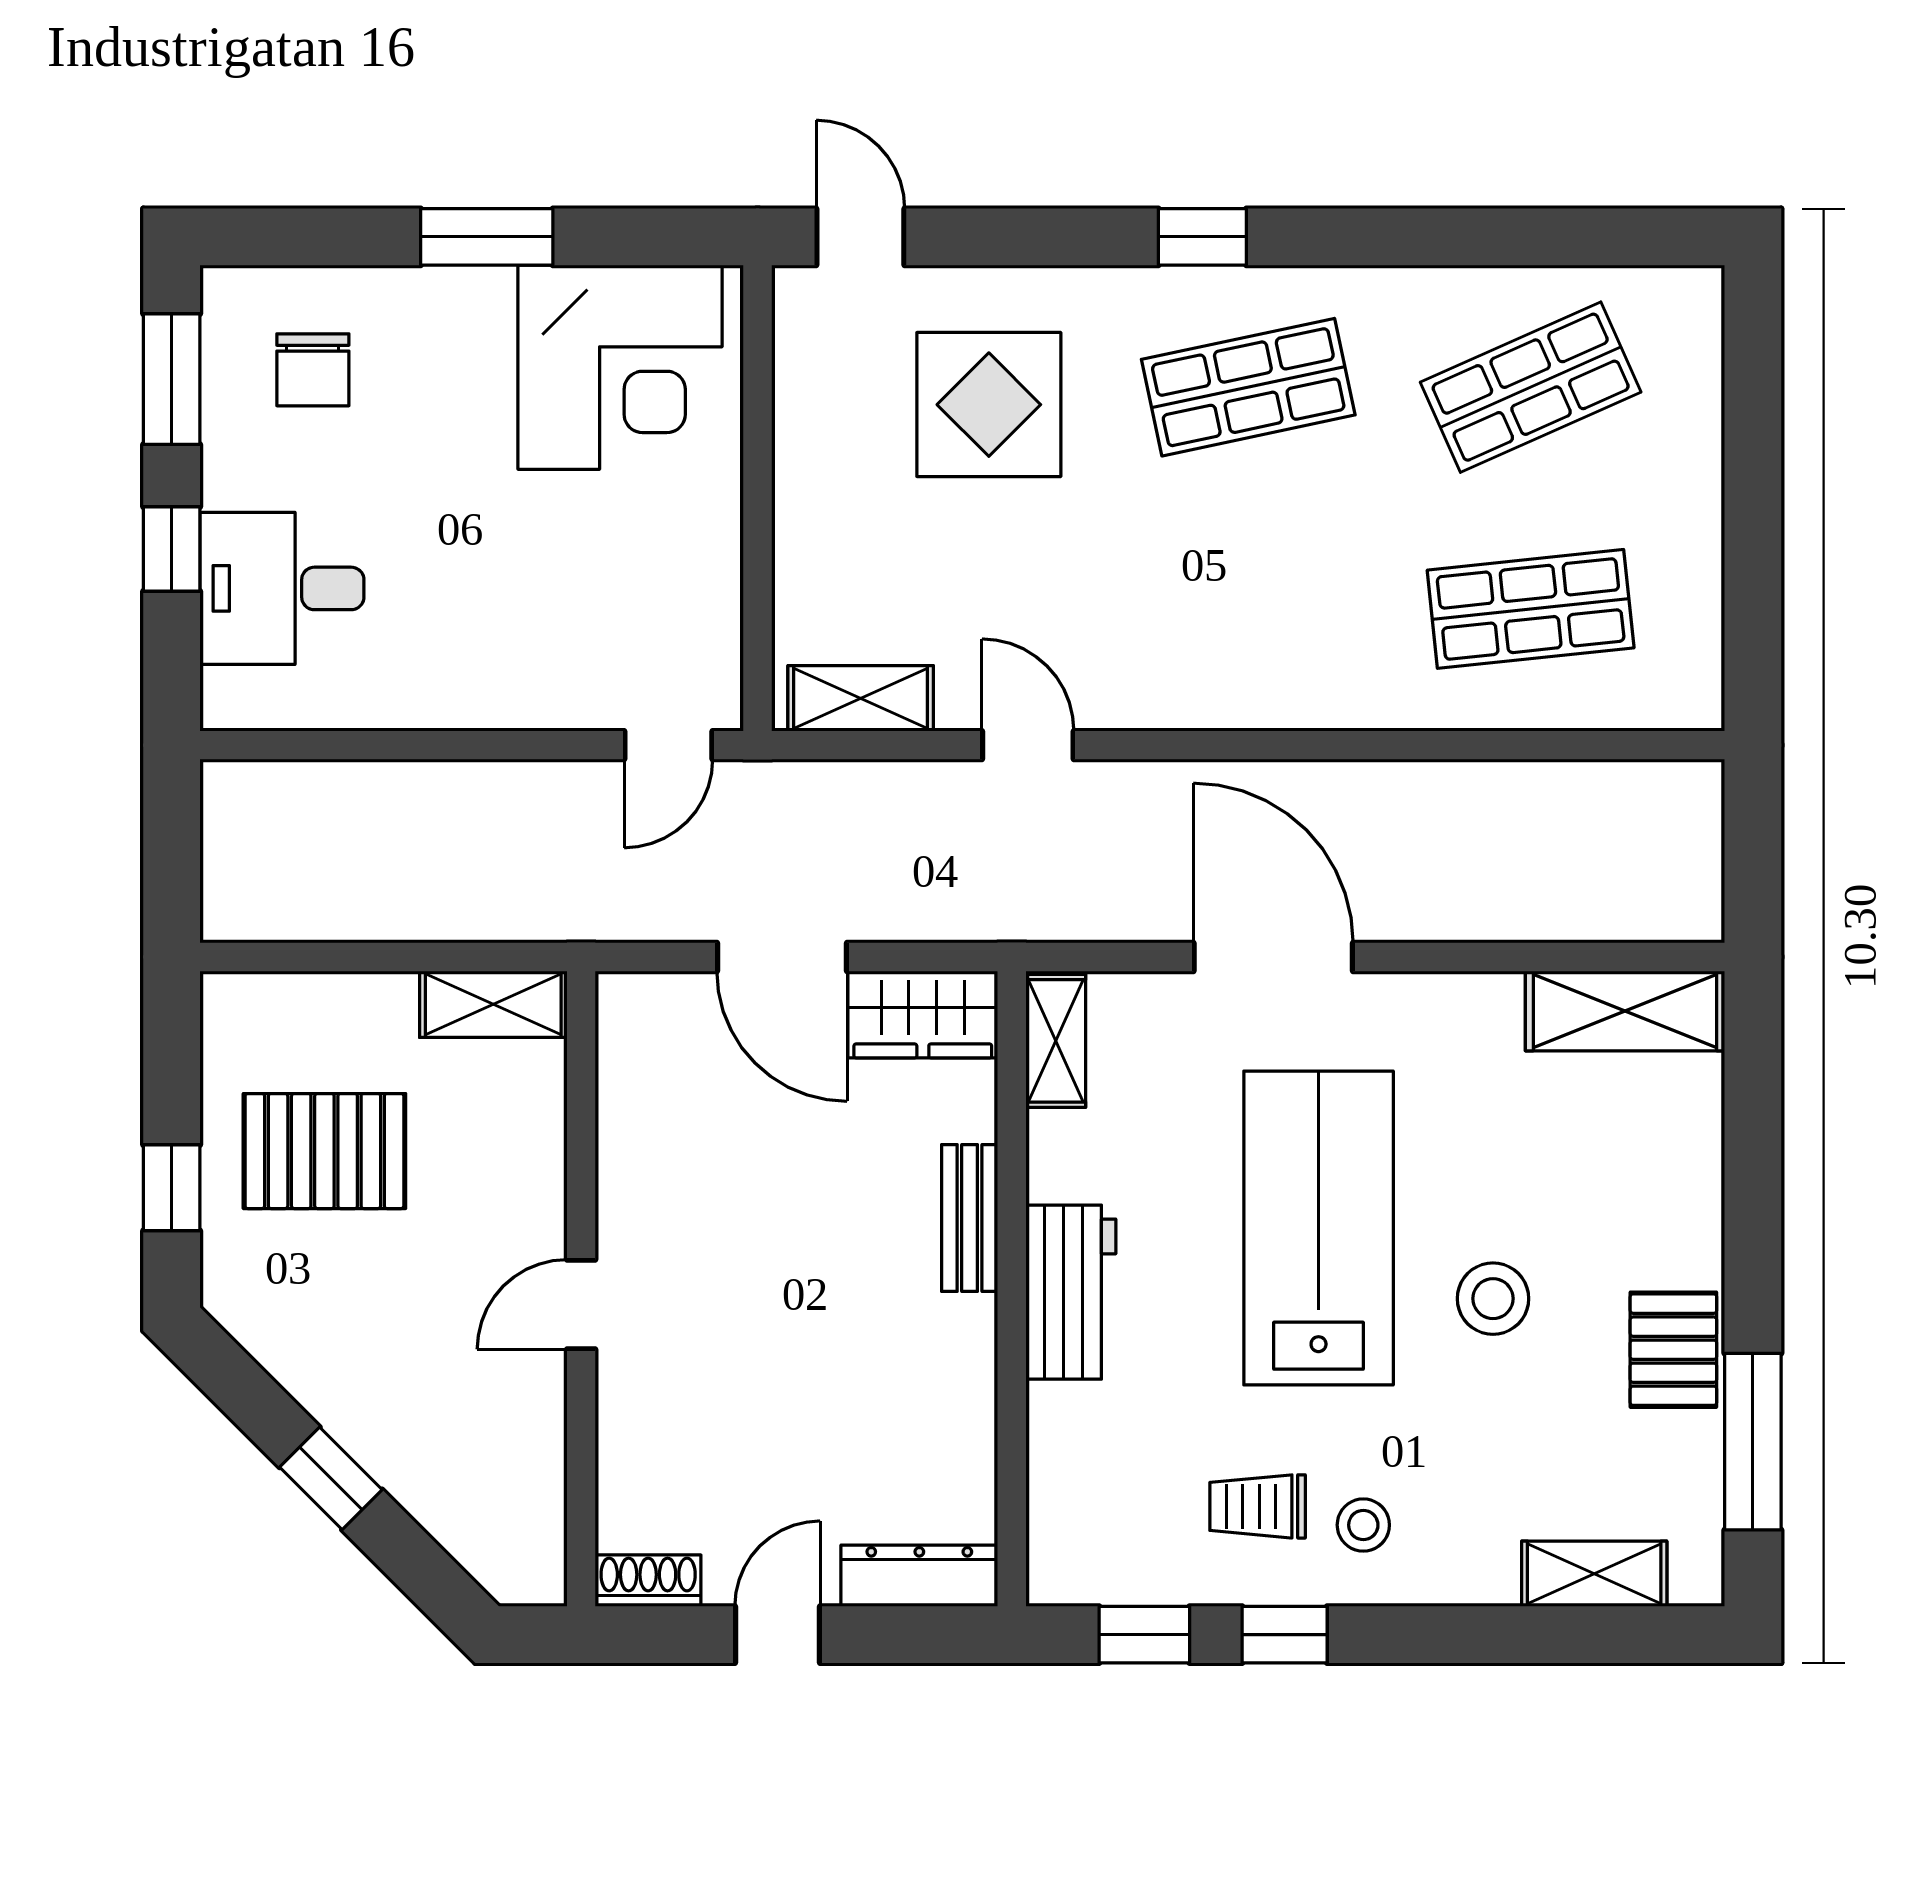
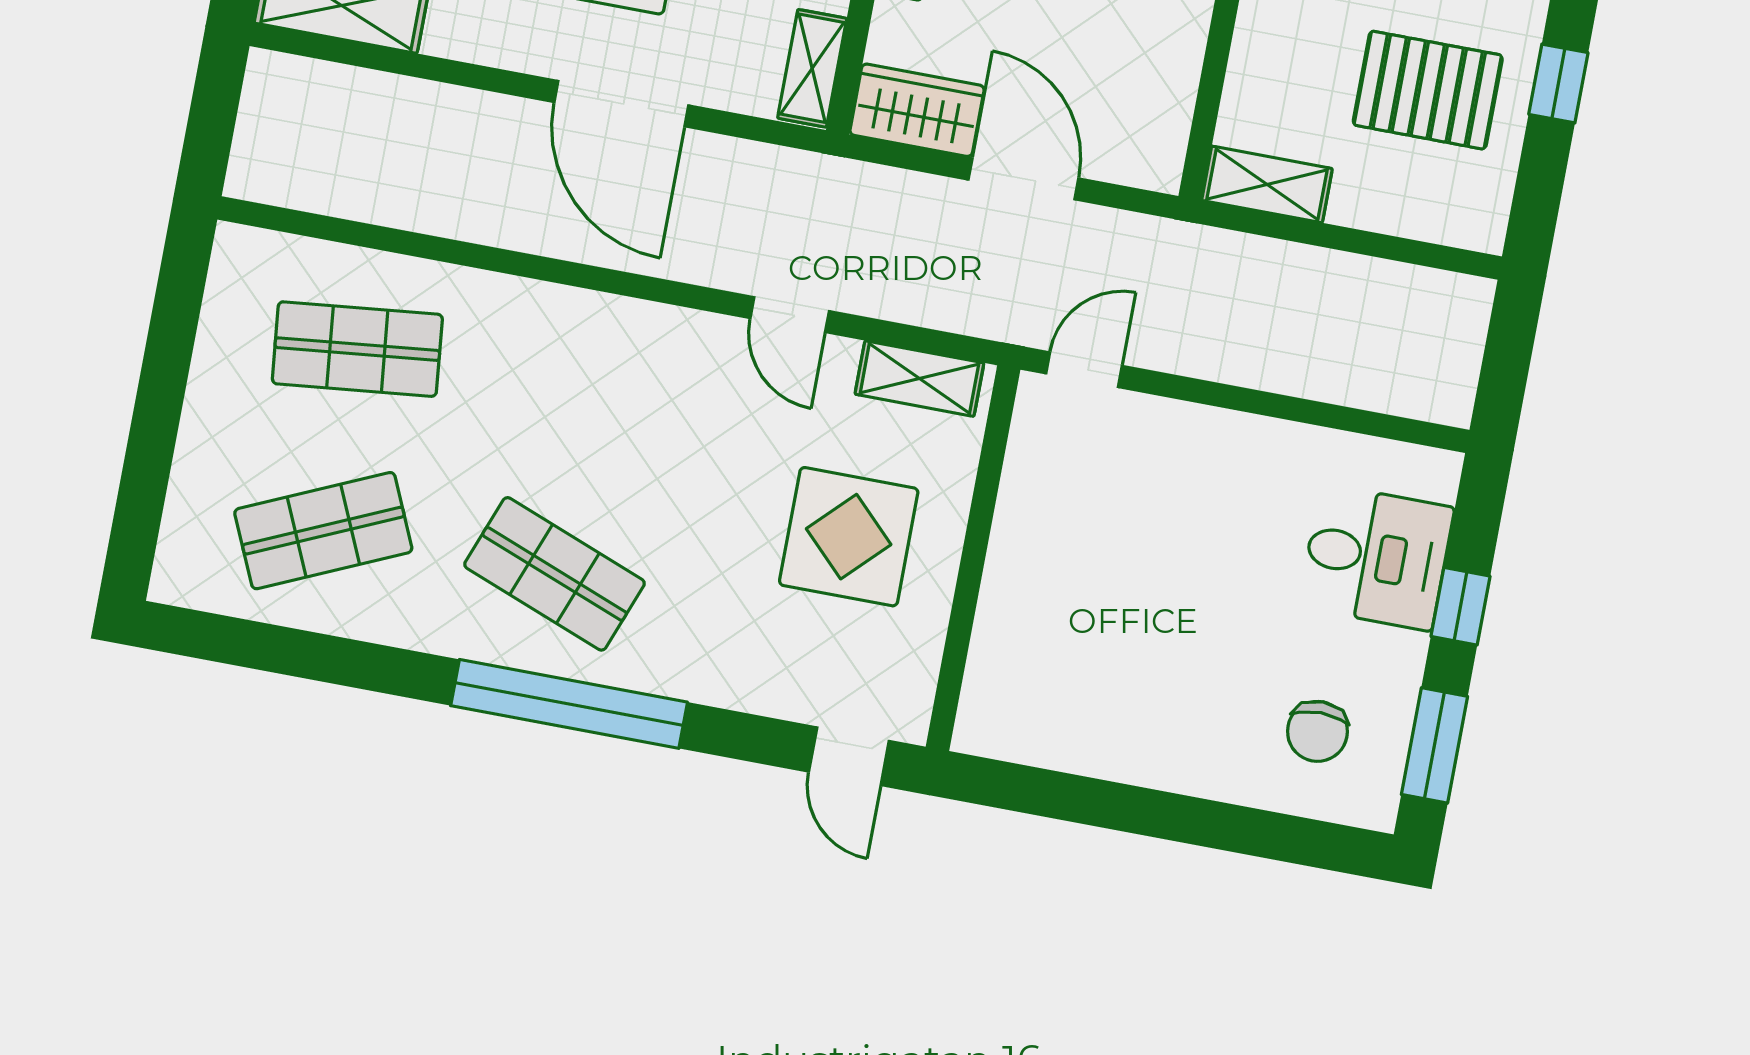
window: (487, 237) -> (1155, 814), removed
window: (1202, 237) -> (569, 704), width x3.17
corner desk: (620, 367) -> (1066, 686), removed
chair: (313, 370) -> (1317, 731), turned 180
shop shelf: (1248, 387) -> (555, 574), turned 33
display table: (989, 405) -> (849, 537), moved

